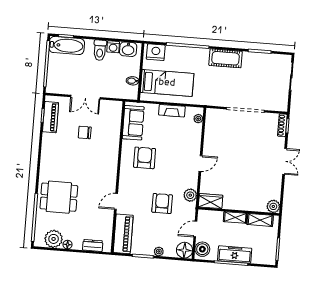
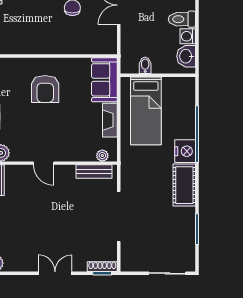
nightstand: (156, 52) -> (185, 151), moved
sofa: (133, 123) -> (104, 80), moved, turned 90
bench: (210, 126) -> (94, 172), added
armchair: (145, 158) -> (45, 89), turned 90
double door: (285, 161) -> (55, 273), swing flipped

